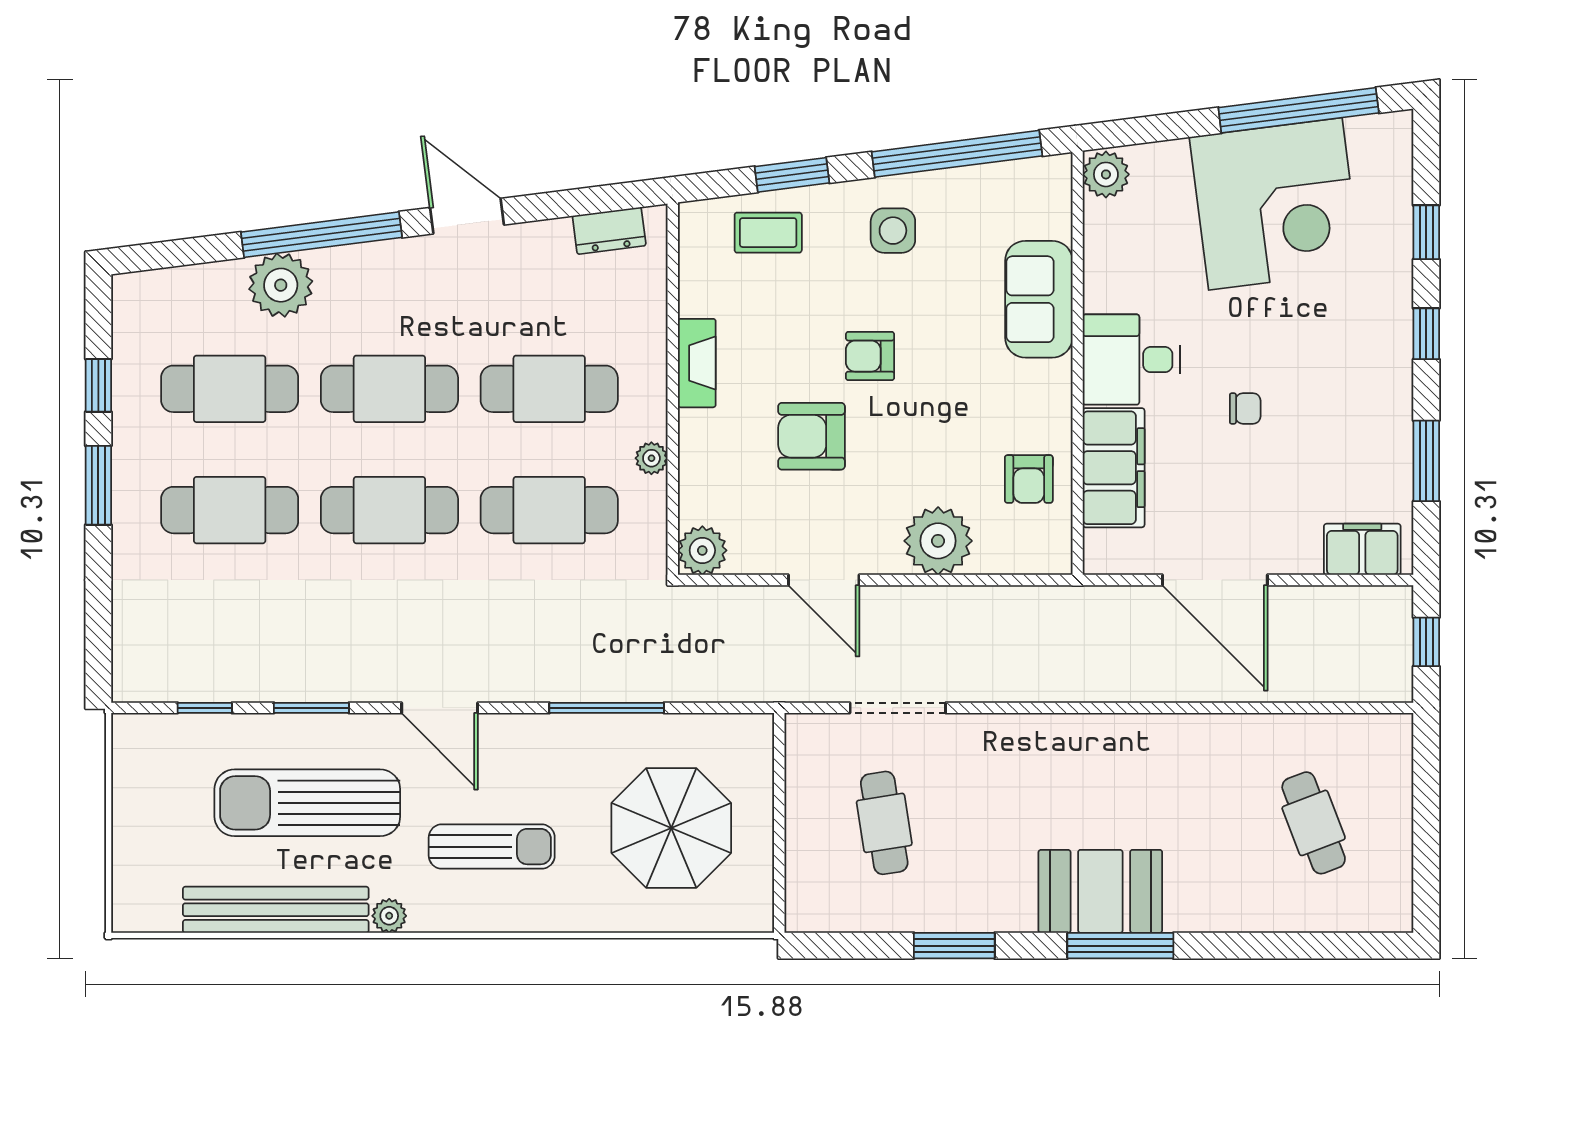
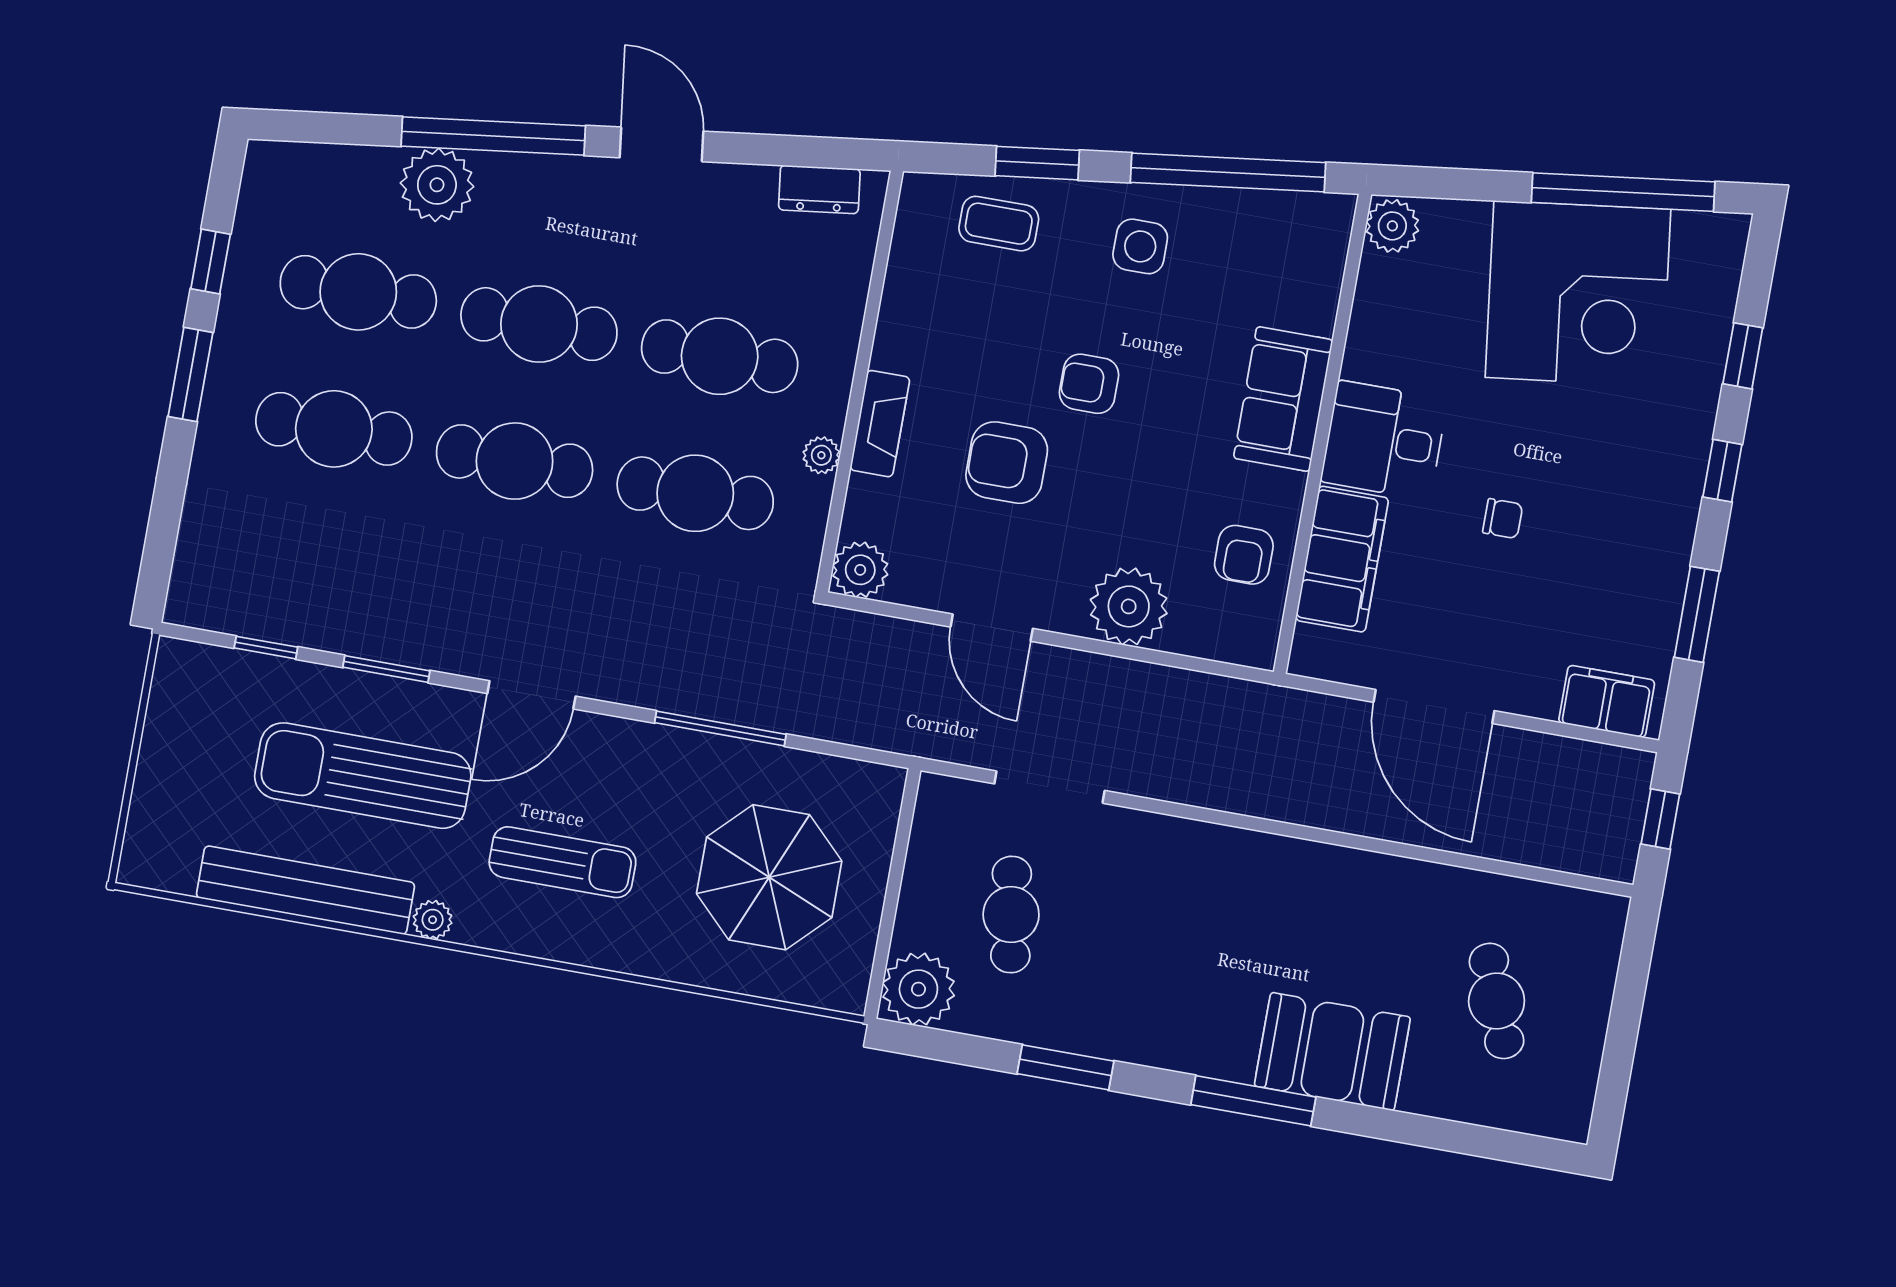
sofa: (1039, 299) -> (1283, 399), moved
fireplace: (697, 363) -> (880, 424), moved
door: (440, 708) -> (531, 695), hinge flipped
booth: (1100, 891) -> (1332, 1052), moved
plant: (816, 901) -> (918, 989), added

